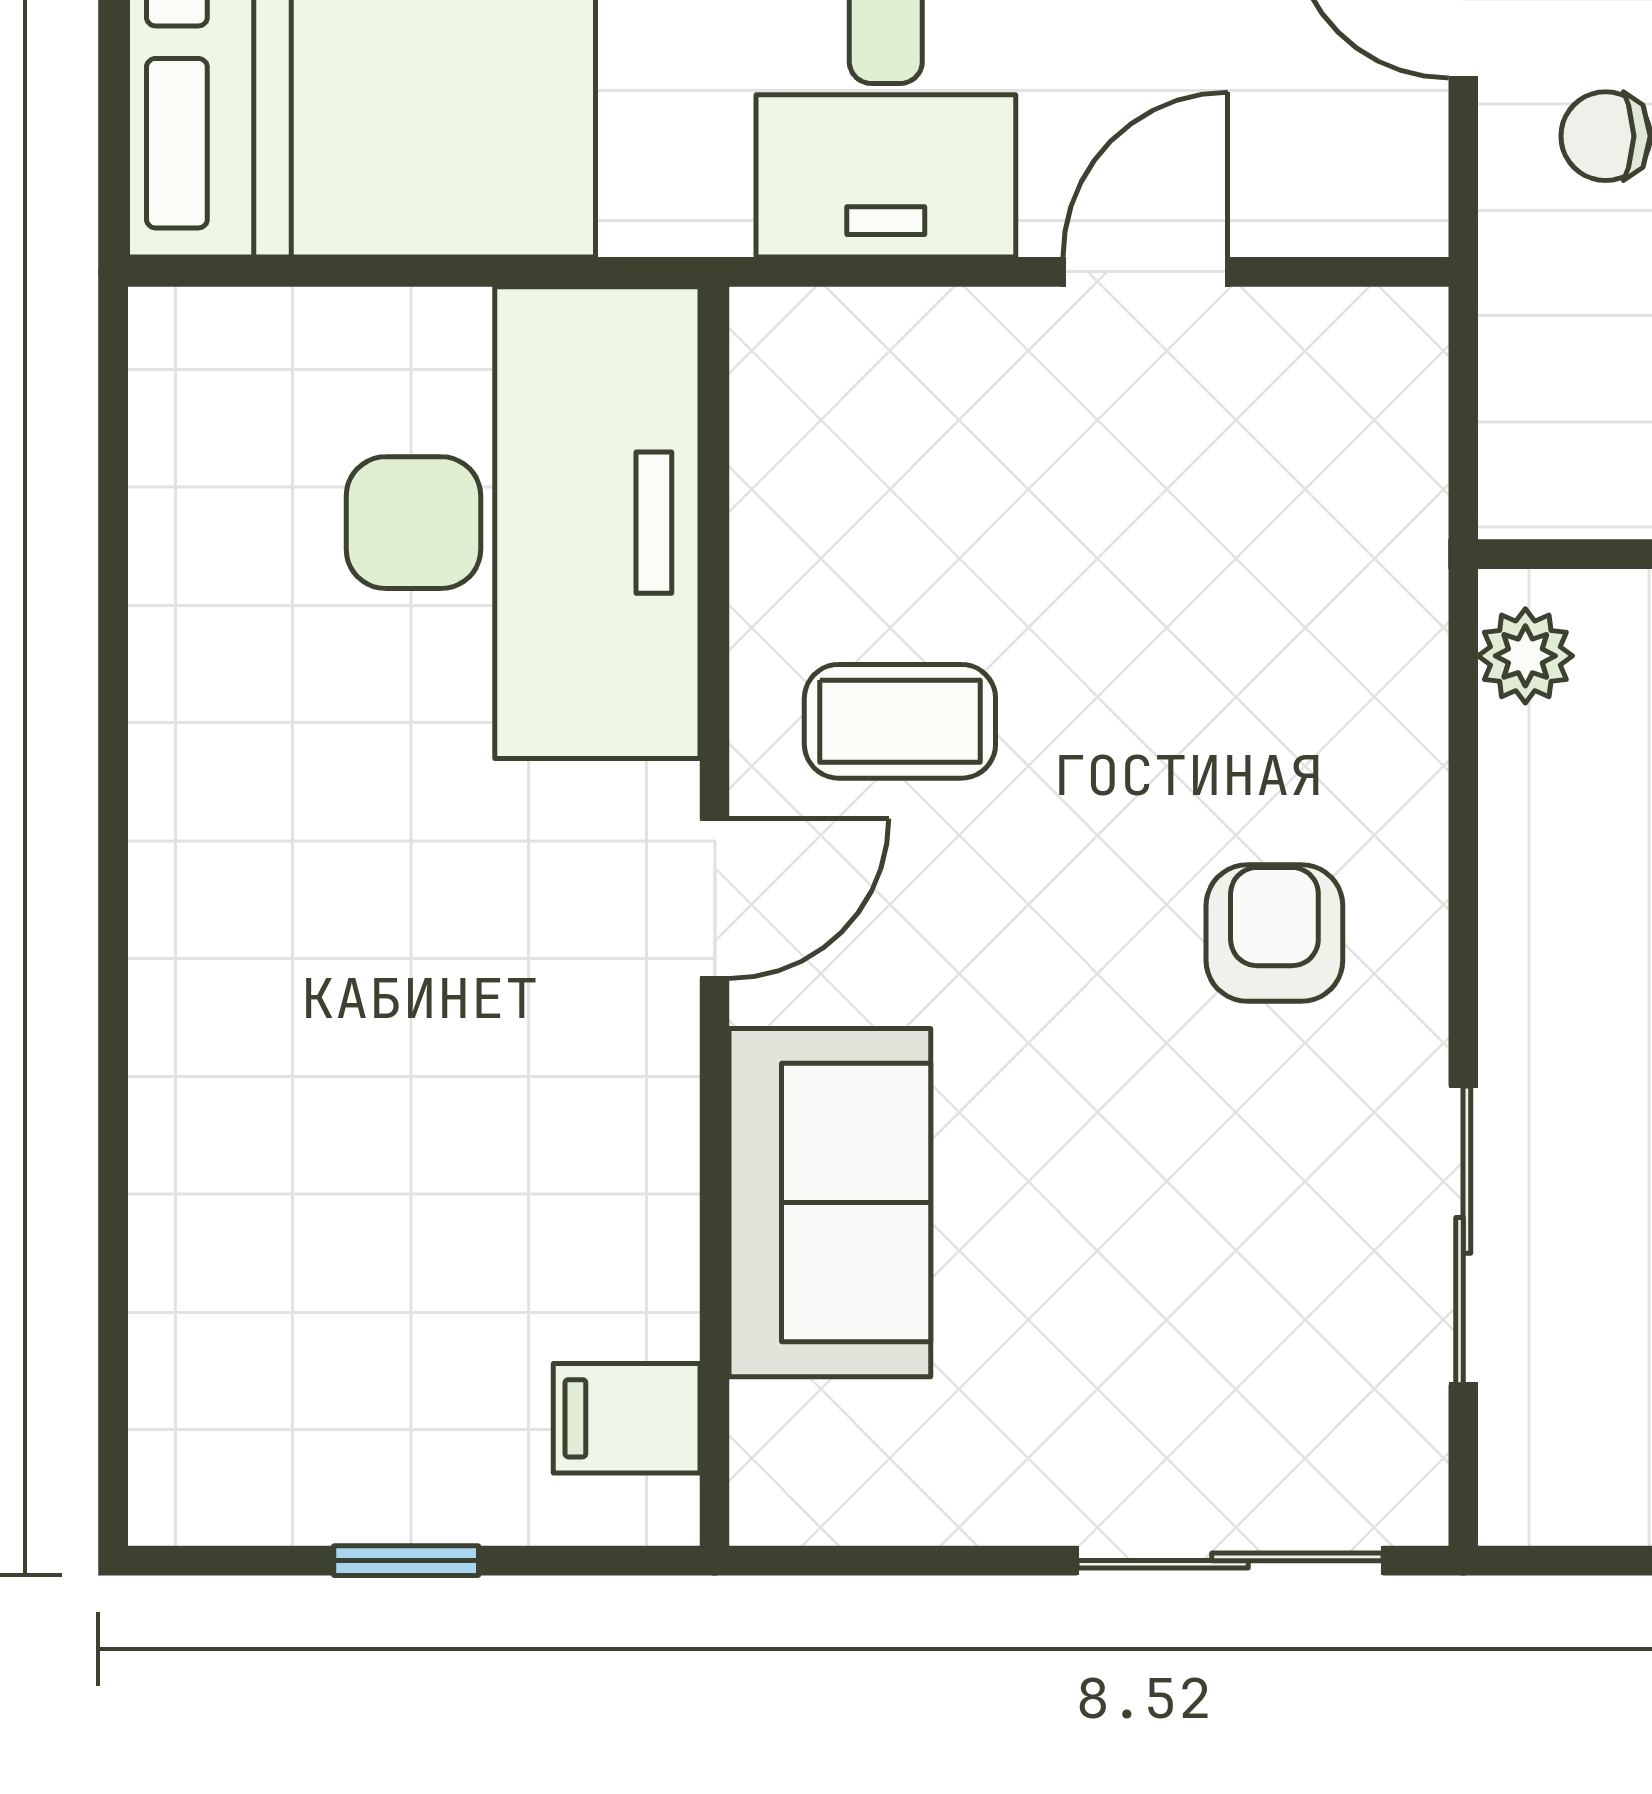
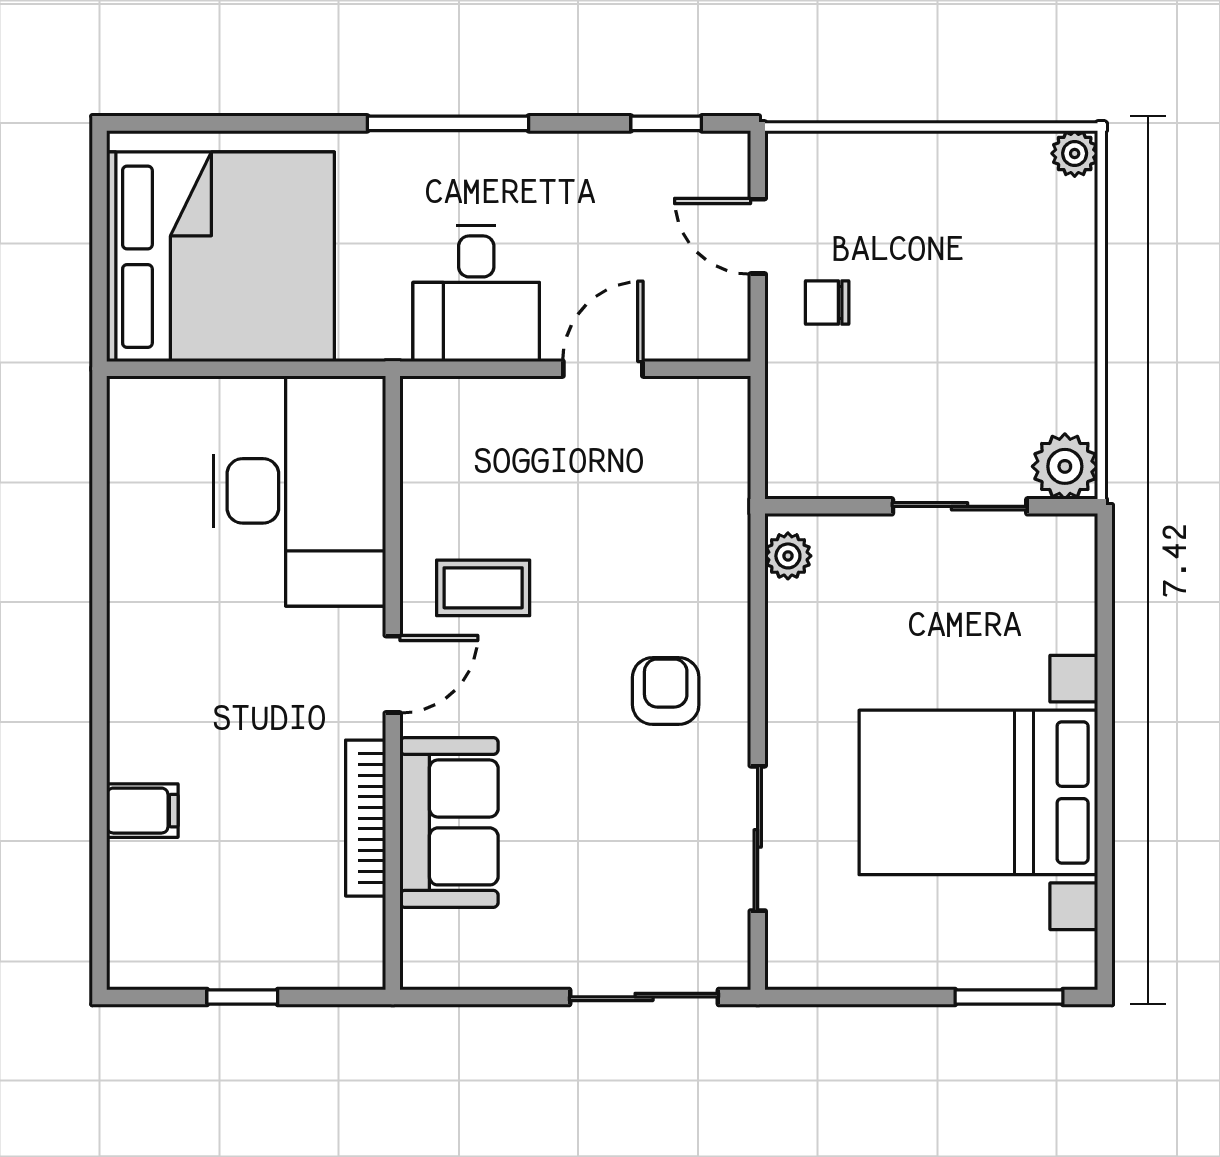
bookcase: (659, 1194) -> (366, 818), added
filing cabinet: (627, 1418) -> (142, 811), moved, turned 180

